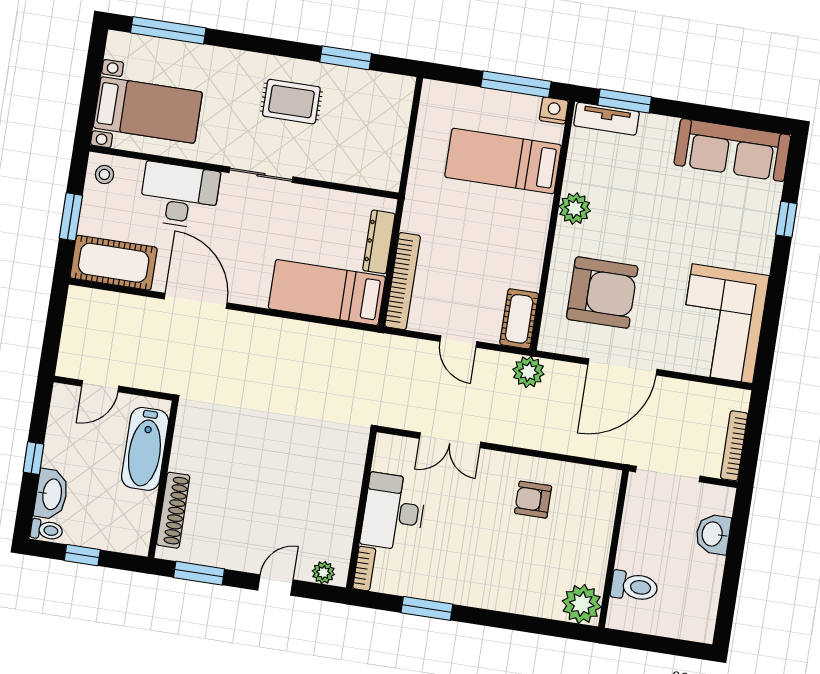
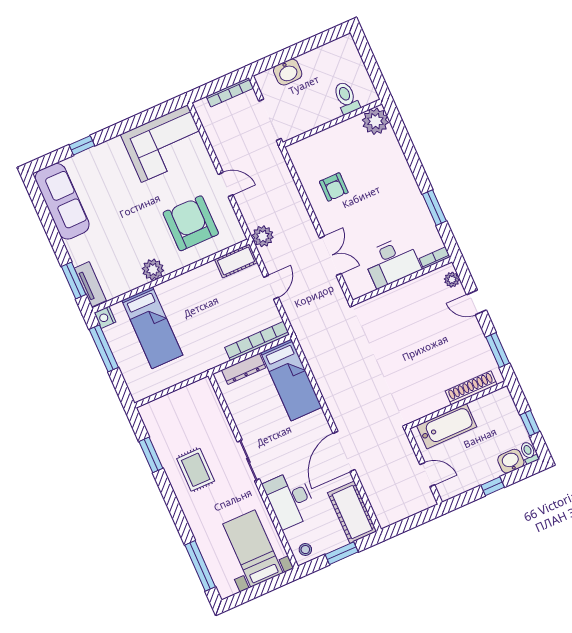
door: (623, 367) -> (226, 185), width x0.53
washbasin: (51, 494) -> (511, 461), width x0.72

